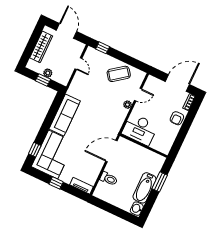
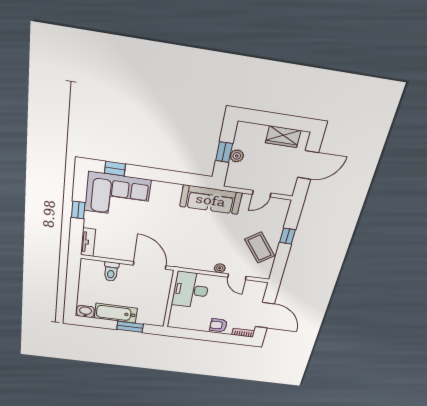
wardrobe: (41, 47) -> (283, 137), width x0.67
window: (103, 48) -> (288, 236), moved
sofa: (65, 115) -> (211, 200), moved

